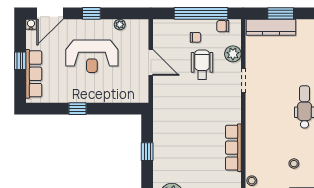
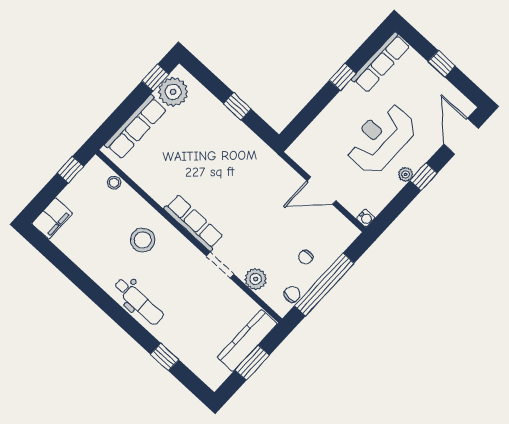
water cooler: (31, 24) -> (366, 218), moved
plant: (120, 24) -> (406, 174), moved
wheelchair: (202, 65) -> (273, 239), removed
row of seats: (34, 74) -> (381, 62), moved, turned -90
row of seats: (233, 148) -> (194, 223), moved
stool: (294, 164) -> (143, 240), moved, width x1.89, depth x1.89

